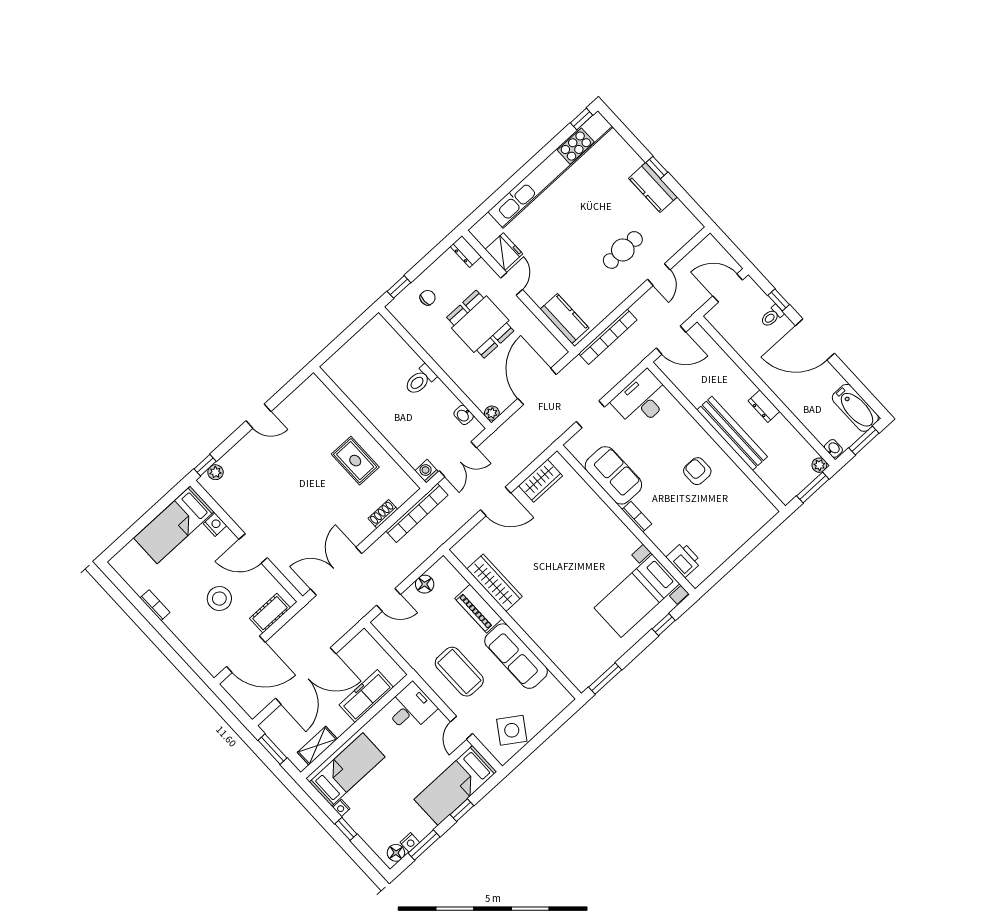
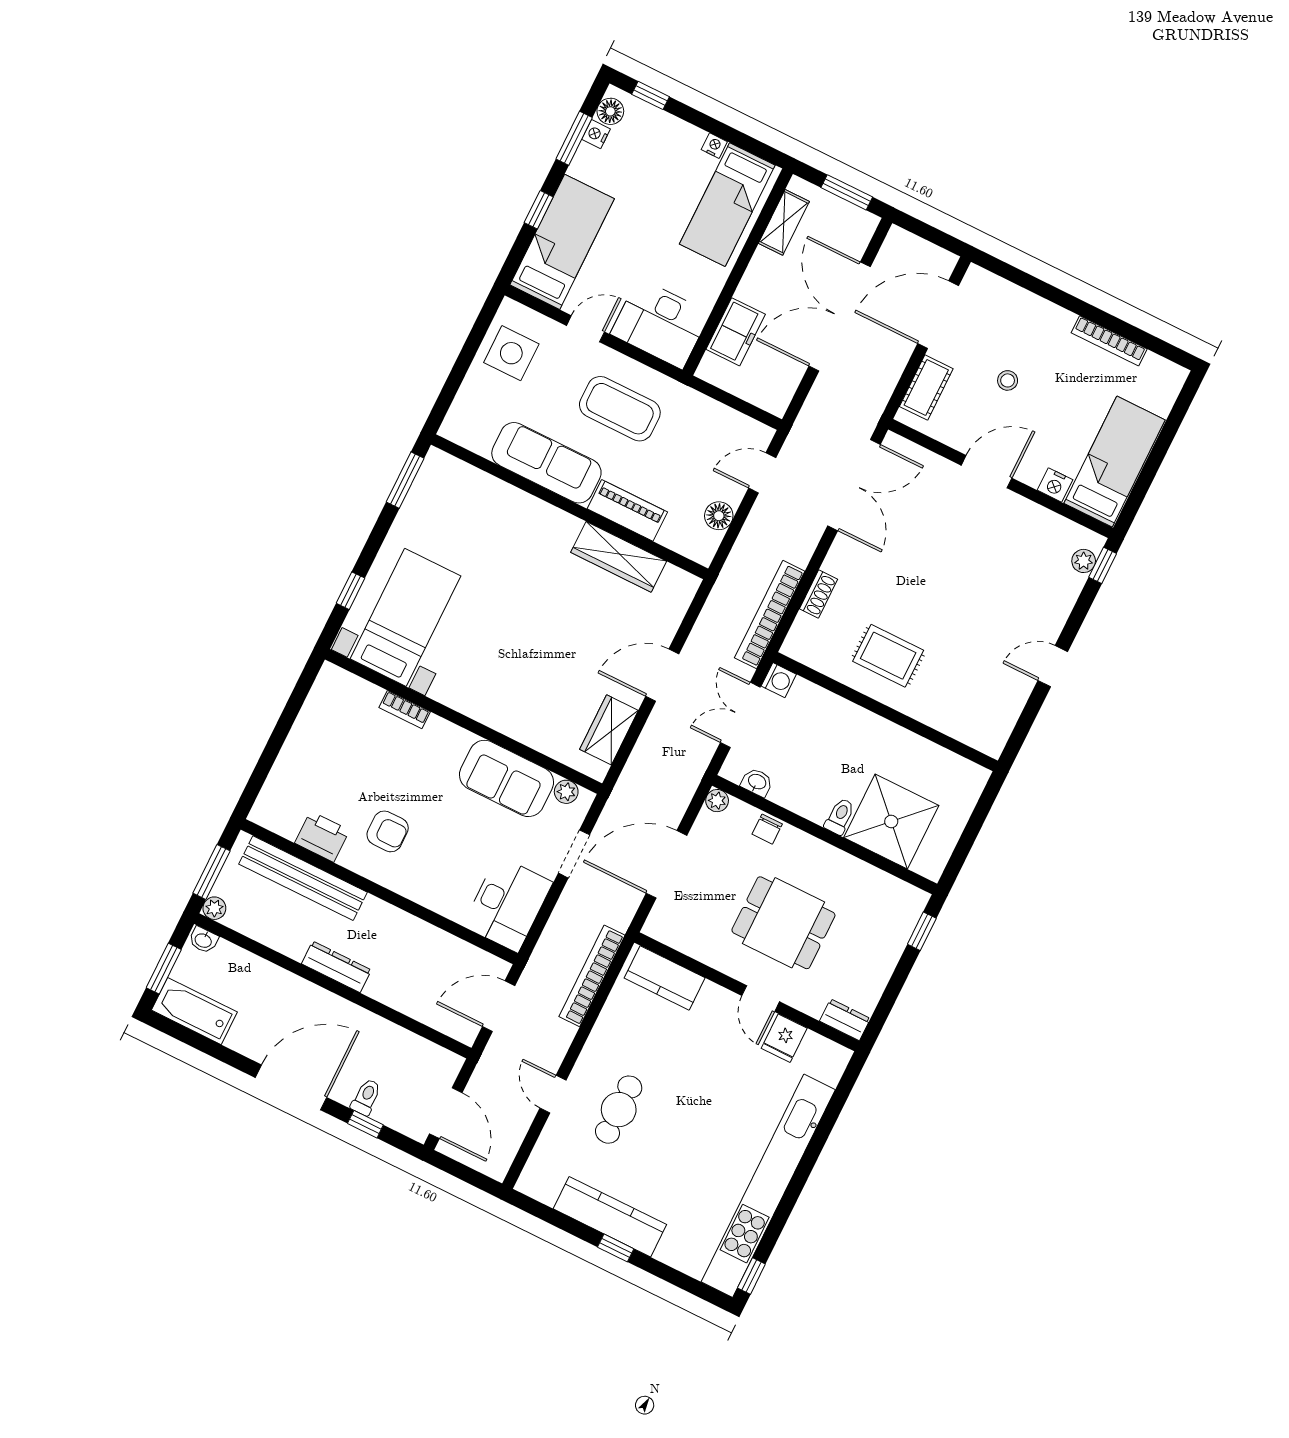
kitchen counter: (653, 188) -> (610, 1217), width x1.50
fridge: (504, 252) -> (784, 1038), width x0.72
door: (728, 288) -> (446, 1113), hinge flipped
chair: (428, 298) -> (767, 829), moved
shower: (392, 360) -> (891, 822), added
toilet: (420, 380) -> (840, 816), width x0.73, depth x0.72
door: (537, 386) -> (666, 864), swing flipped
dresser: (764, 406) -> (336, 967), width x1.44
bench: (732, 433) -> (303, 878), moved
plant: (581, 453) -> (566, 792), added
bookcase: (637, 517) -> (405, 710), moved
printer: (684, 560) -> (322, 837), moved, turned 180
stool: (219, 599) -> (1008, 380), width x0.53, depth x0.53
bookcase: (155, 605) -> (1109, 341), width x1.56
freezer: (366, 696) -> (736, 332), width x0.71
desk: (410, 708) -> (660, 324), width x1.37
door: (461, 728) -> (585, 329), hinge flipped
side table: (512, 730) -> (511, 353), turned -34
window: (346, 829) -> (651, 95), moved

